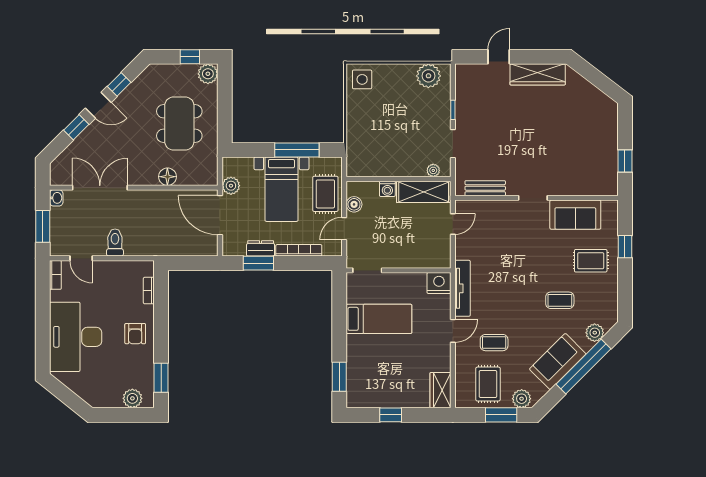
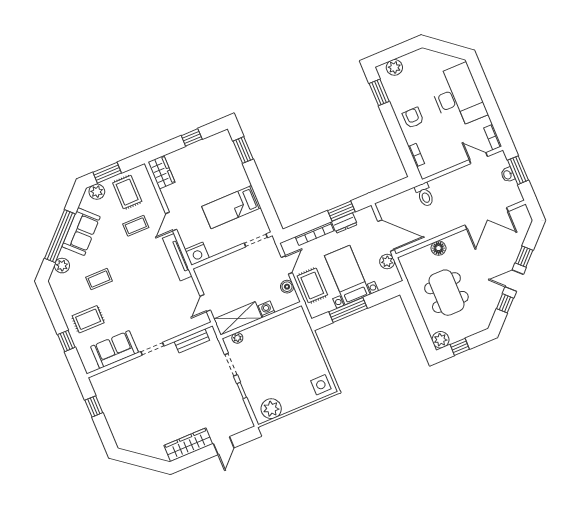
washbasin: (56, 198) -> (508, 175), moved
toilet: (115, 243) -> (425, 195), moved

